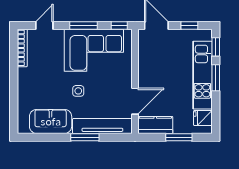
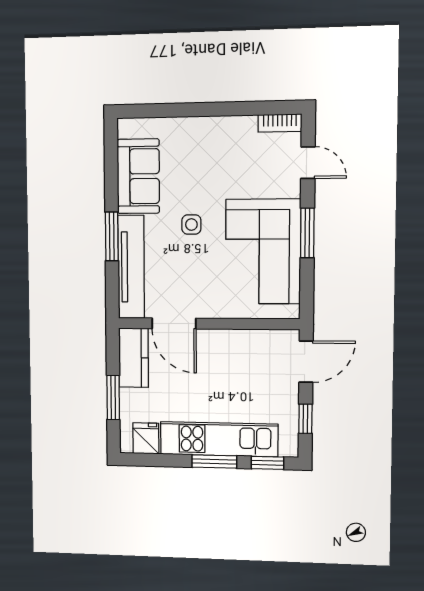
window: (119, 25) -> (307, 297), removed
bookcase: (22, 48) -> (280, 123), width x0.64

